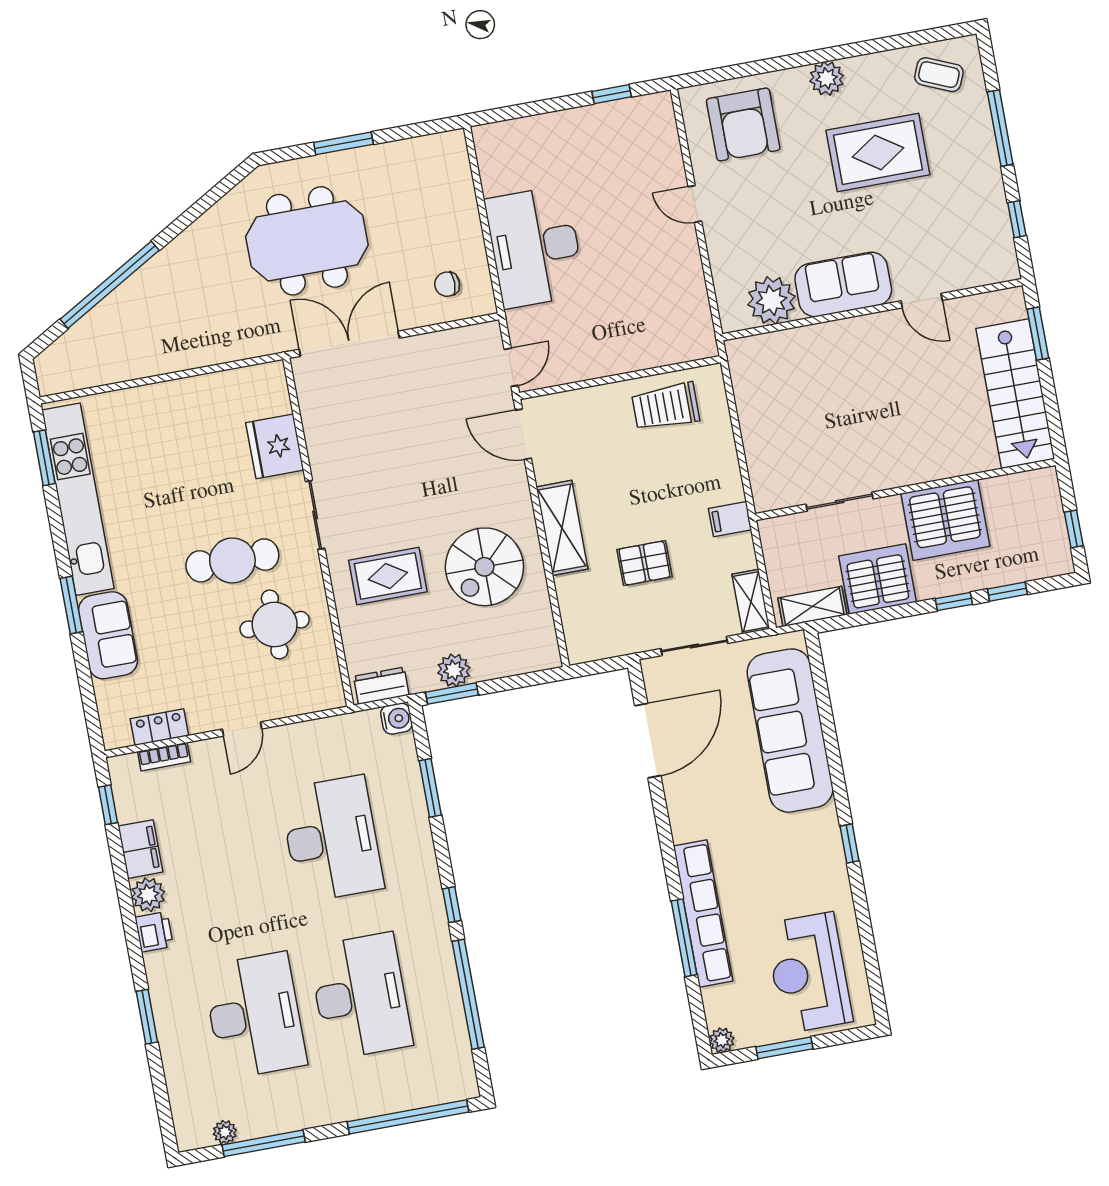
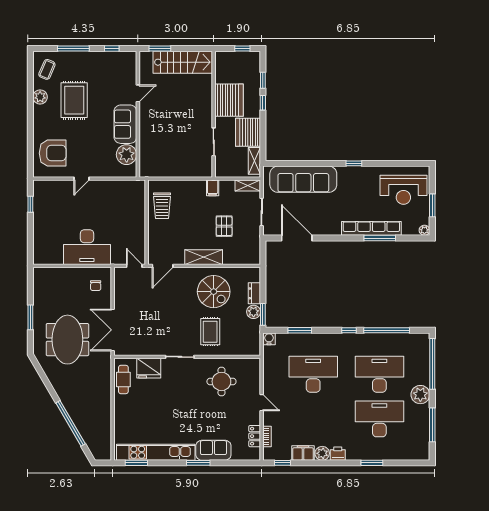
plant: (827, 78) -> (40, 97), moved
cafe table: (232, 560) -> (123, 379), moved, width x0.73, depth x0.74
dresser: (381, 686) -> (254, 293), moved
plant: (225, 1132) -> (420, 395), moved, width x1.87, depth x1.87

